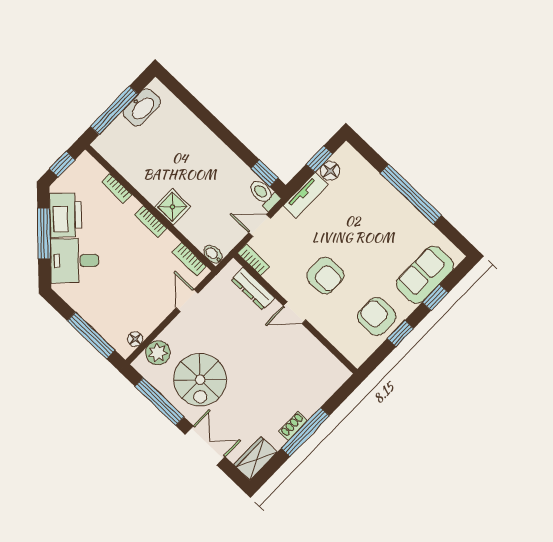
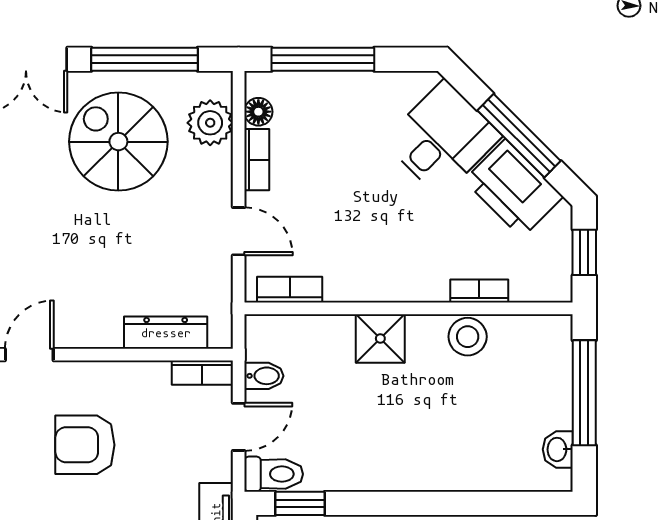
washbasin: (142, 107) -> (558, 449), width x0.52, depth x0.69
stool: (138, 175) -> (468, 337), added
bookcase: (151, 222) -> (257, 160), moved, turned 90
bidet: (213, 254) -> (264, 376), moved
door: (295, 313) -> (29, 355), moved

